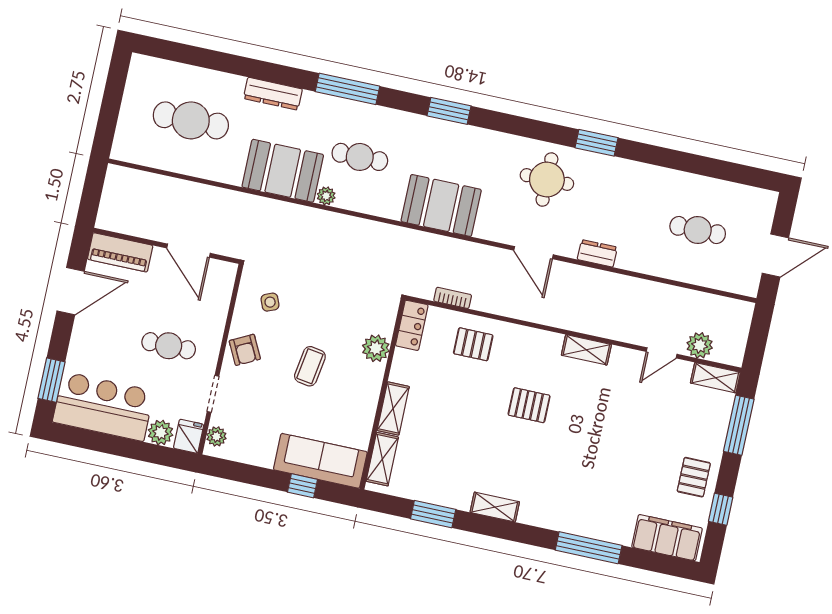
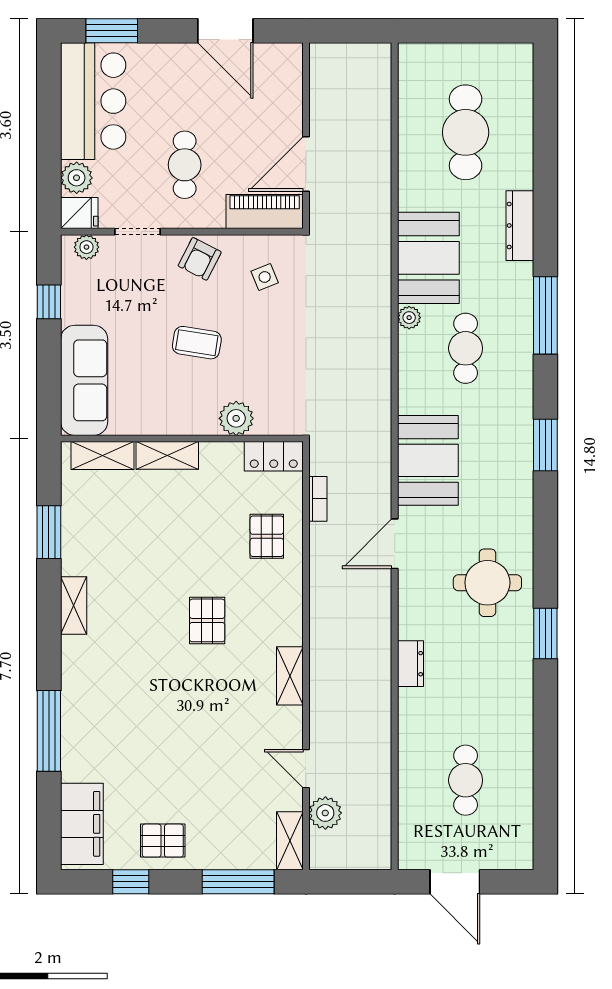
piano: (120, 252) -> (265, 212), moved, turned 90
door: (534, 253) -> (395, 544), moved
armchair: (245, 350) -> (200, 259), turned -36
window: (302, 486) -> (49, 302), moved

